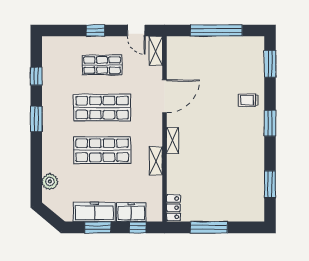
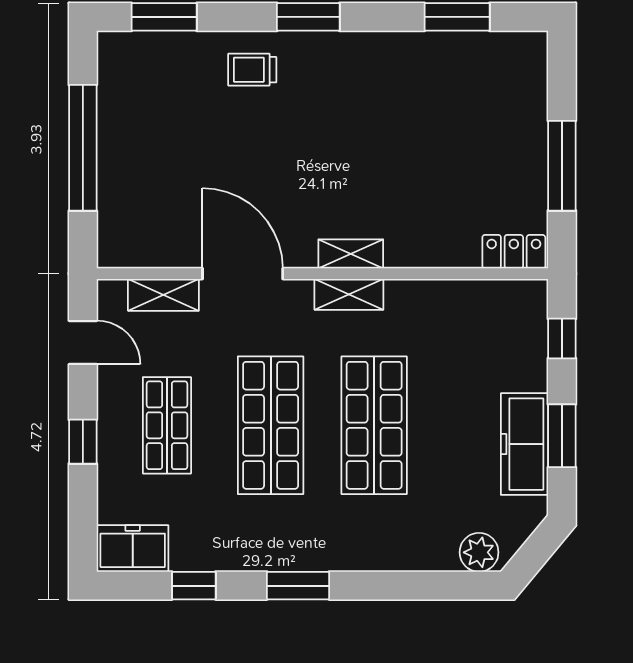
door: (136, 30) -> (83, 343), hinge flipped
shelving: (156, 51) -> (163, 295), moved
trolley: (248, 100) -> (252, 70), turned 90
shelving: (156, 161) -> (349, 294), moved
plant: (50, 181) -> (479, 552), moved
freezer: (131, 212) -> (133, 548), moved, turned 90

